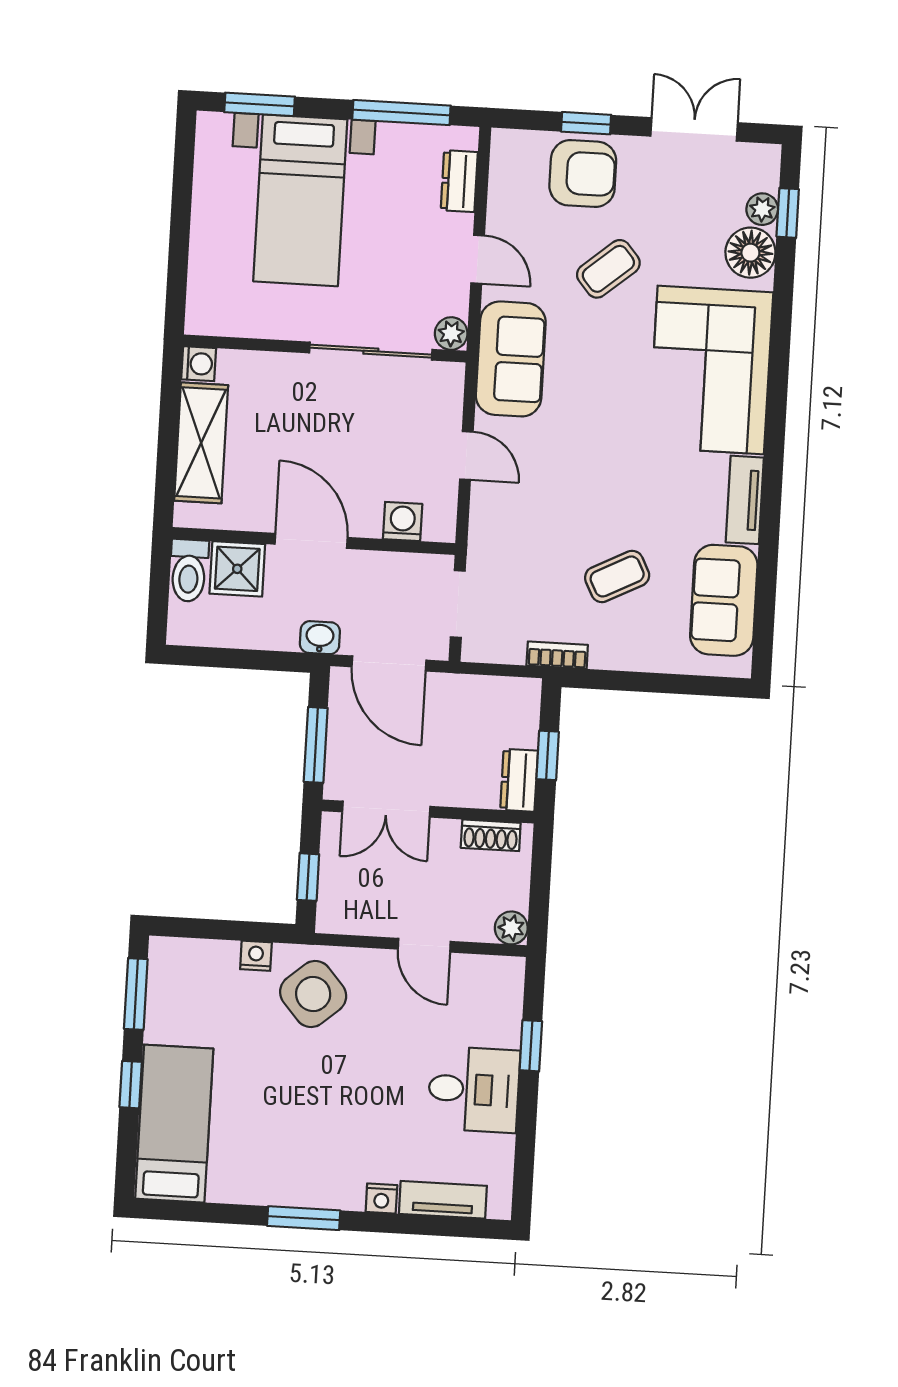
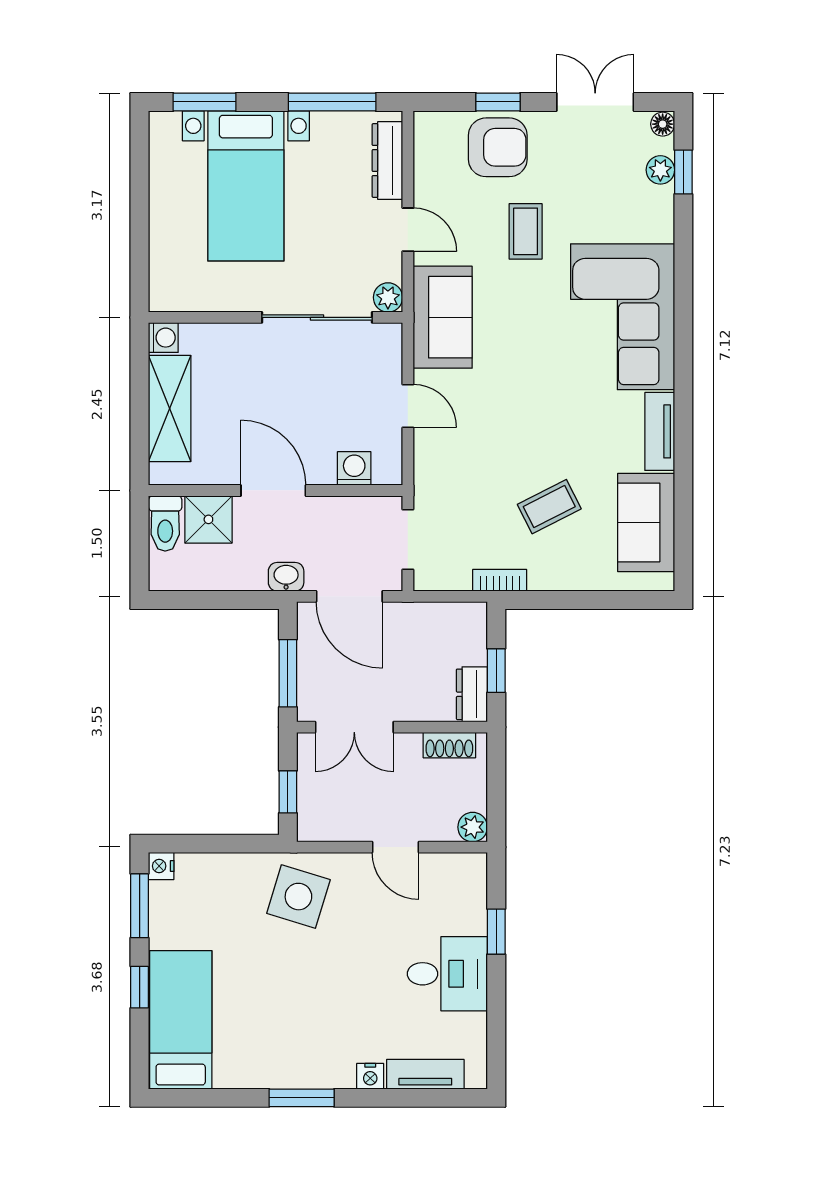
dresser: (459, 181) -> (387, 161), width x1.44
floor lamp: (750, 253) -> (663, 124), moved, width x0.53, depth x0.53
coffee table: (608, 269) -> (526, 231), turned -50
nightstand: (256, 956) -> (161, 866), moved, turned -90
side table: (313, 994) -> (298, 897), turned -32

